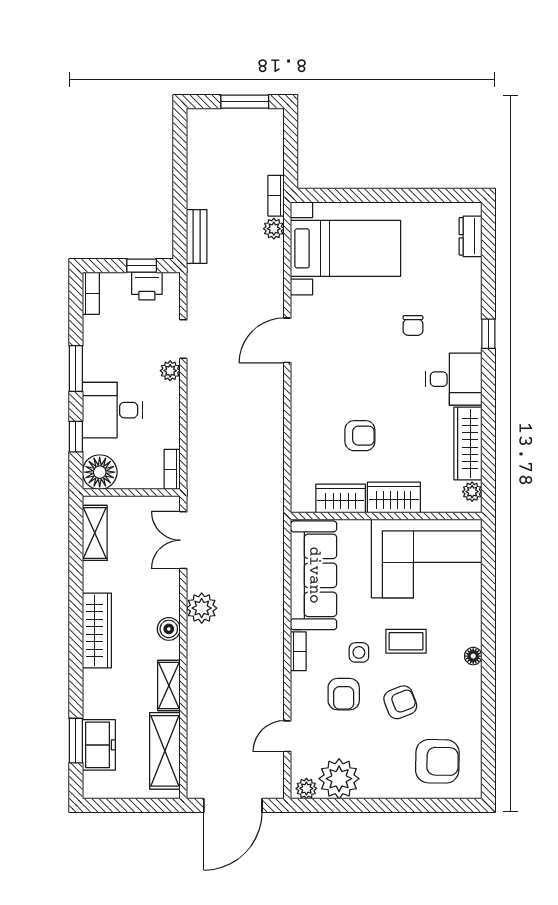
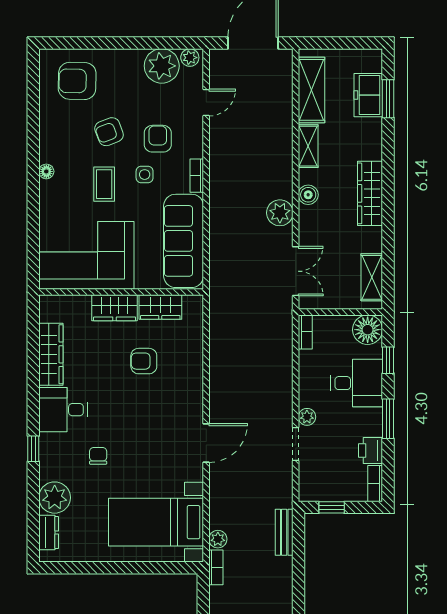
printer: (147, 286) -> (371, 451), moved, turned -90
plant: (472, 492) -> (55, 498), moved, width x1.87, depth x1.87
coffee table: (406, 641) -> (104, 184), turned 90

